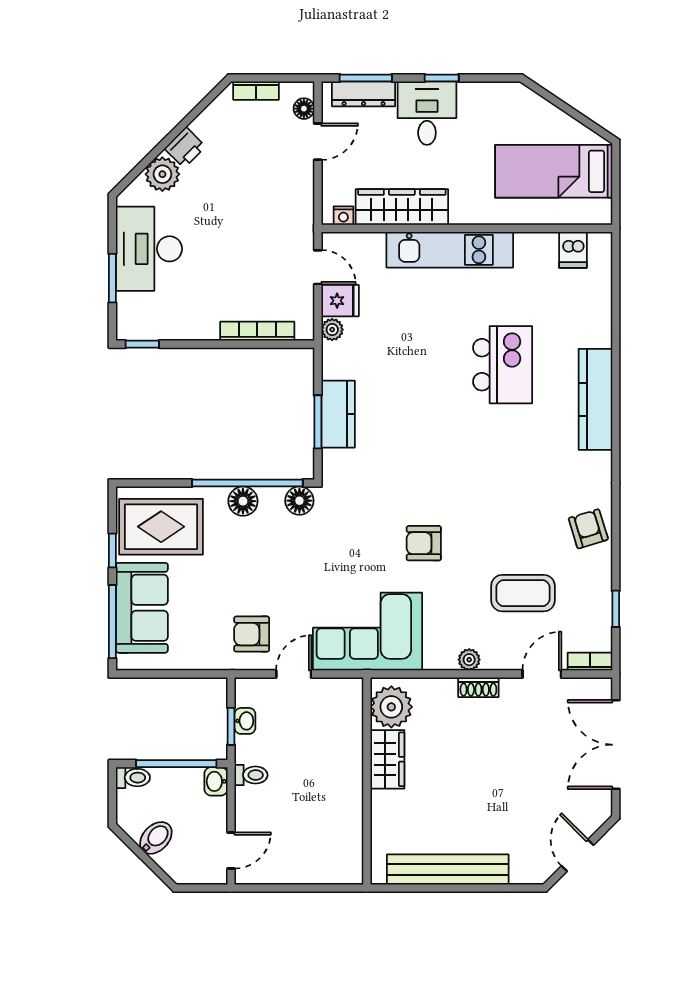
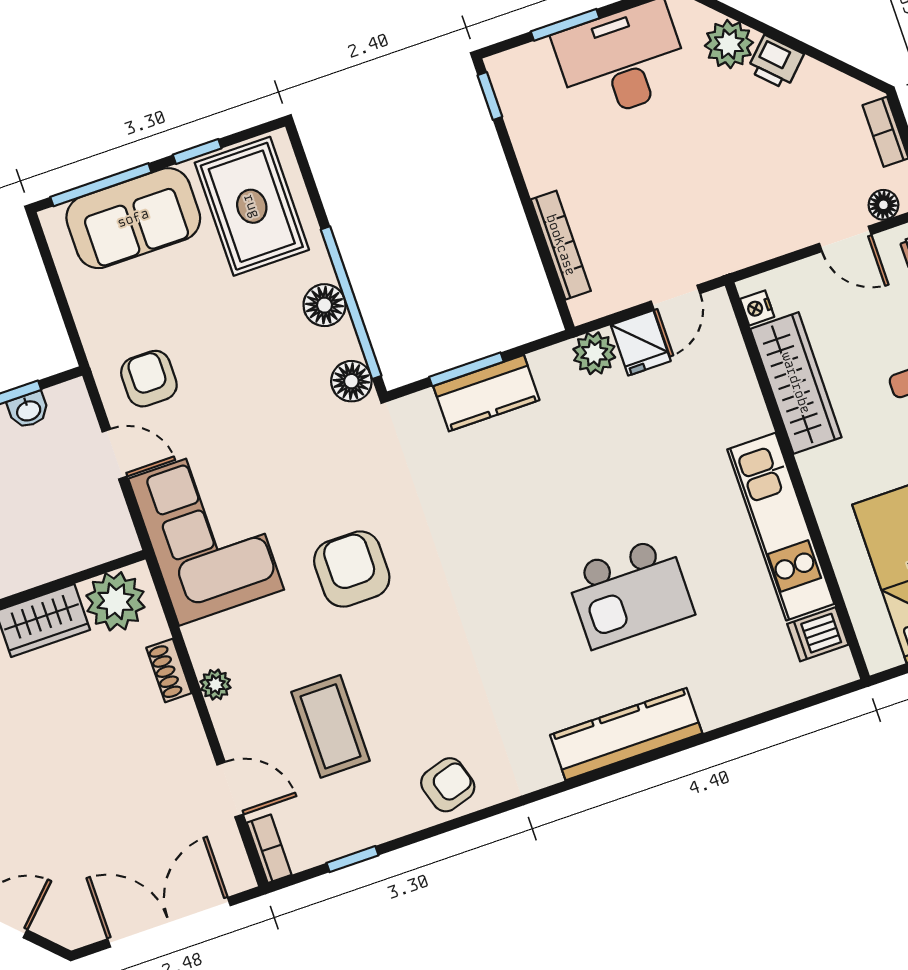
kitchen unit: (450, 250) -> (781, 527), moved
plant: (332, 330) -> (594, 353), width x1.38, depth x1.38
armchair: (424, 543) -> (352, 569), width x1.38, depth x1.38
shoe rack: (478, 687) -> (169, 670), moved

